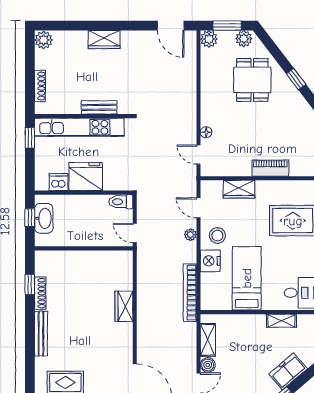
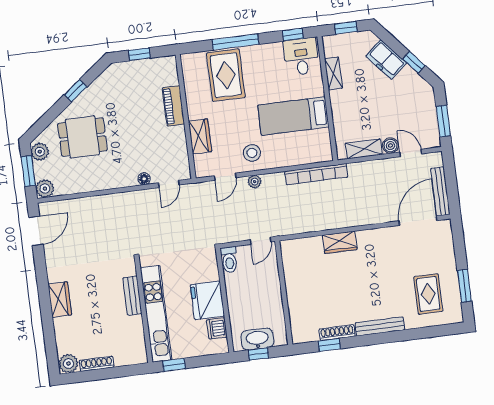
shoe rack: (40, 86) -> (97, 364), moved
nightstand: (210, 261) -> (280, 157), removed

